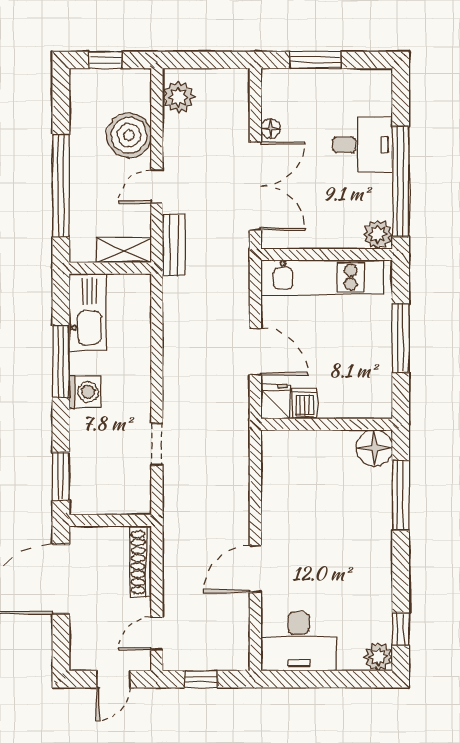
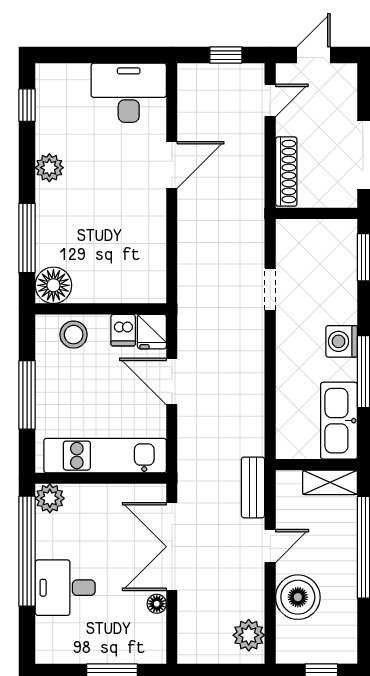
shelving: (124, 250) -> (330, 482), moved
stool: (354, 399) -> (74, 335), added
plant: (378, 657) -> (49, 168), moved

